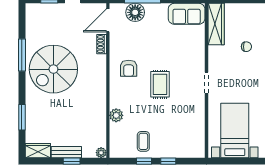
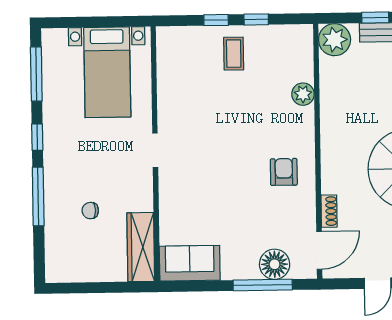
rug: (160, 84) -> (232, 146), removed
coffee table: (143, 141) -> (234, 54), moved
plant: (101, 153) -> (335, 40), width x1.87, depth x1.87

